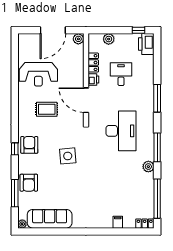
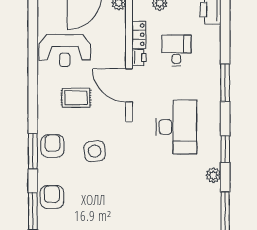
window: (157, 147) -> (225, 149), width x0.69
window: (15, 149) -> (33, 151), width x2.17
side table: (68, 156) -> (95, 151), moved
armchair: (29, 183) -> (52, 197), turned 180

